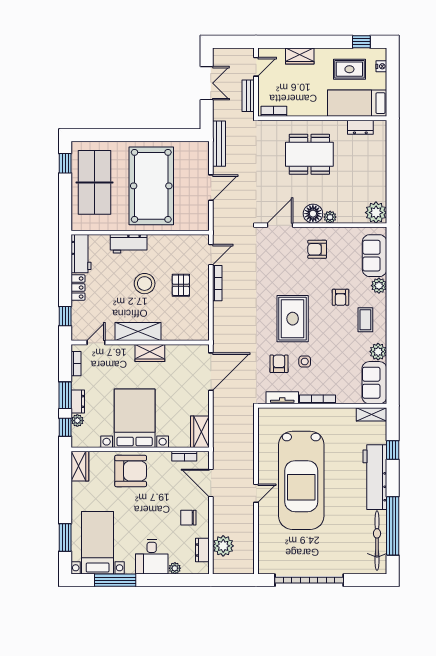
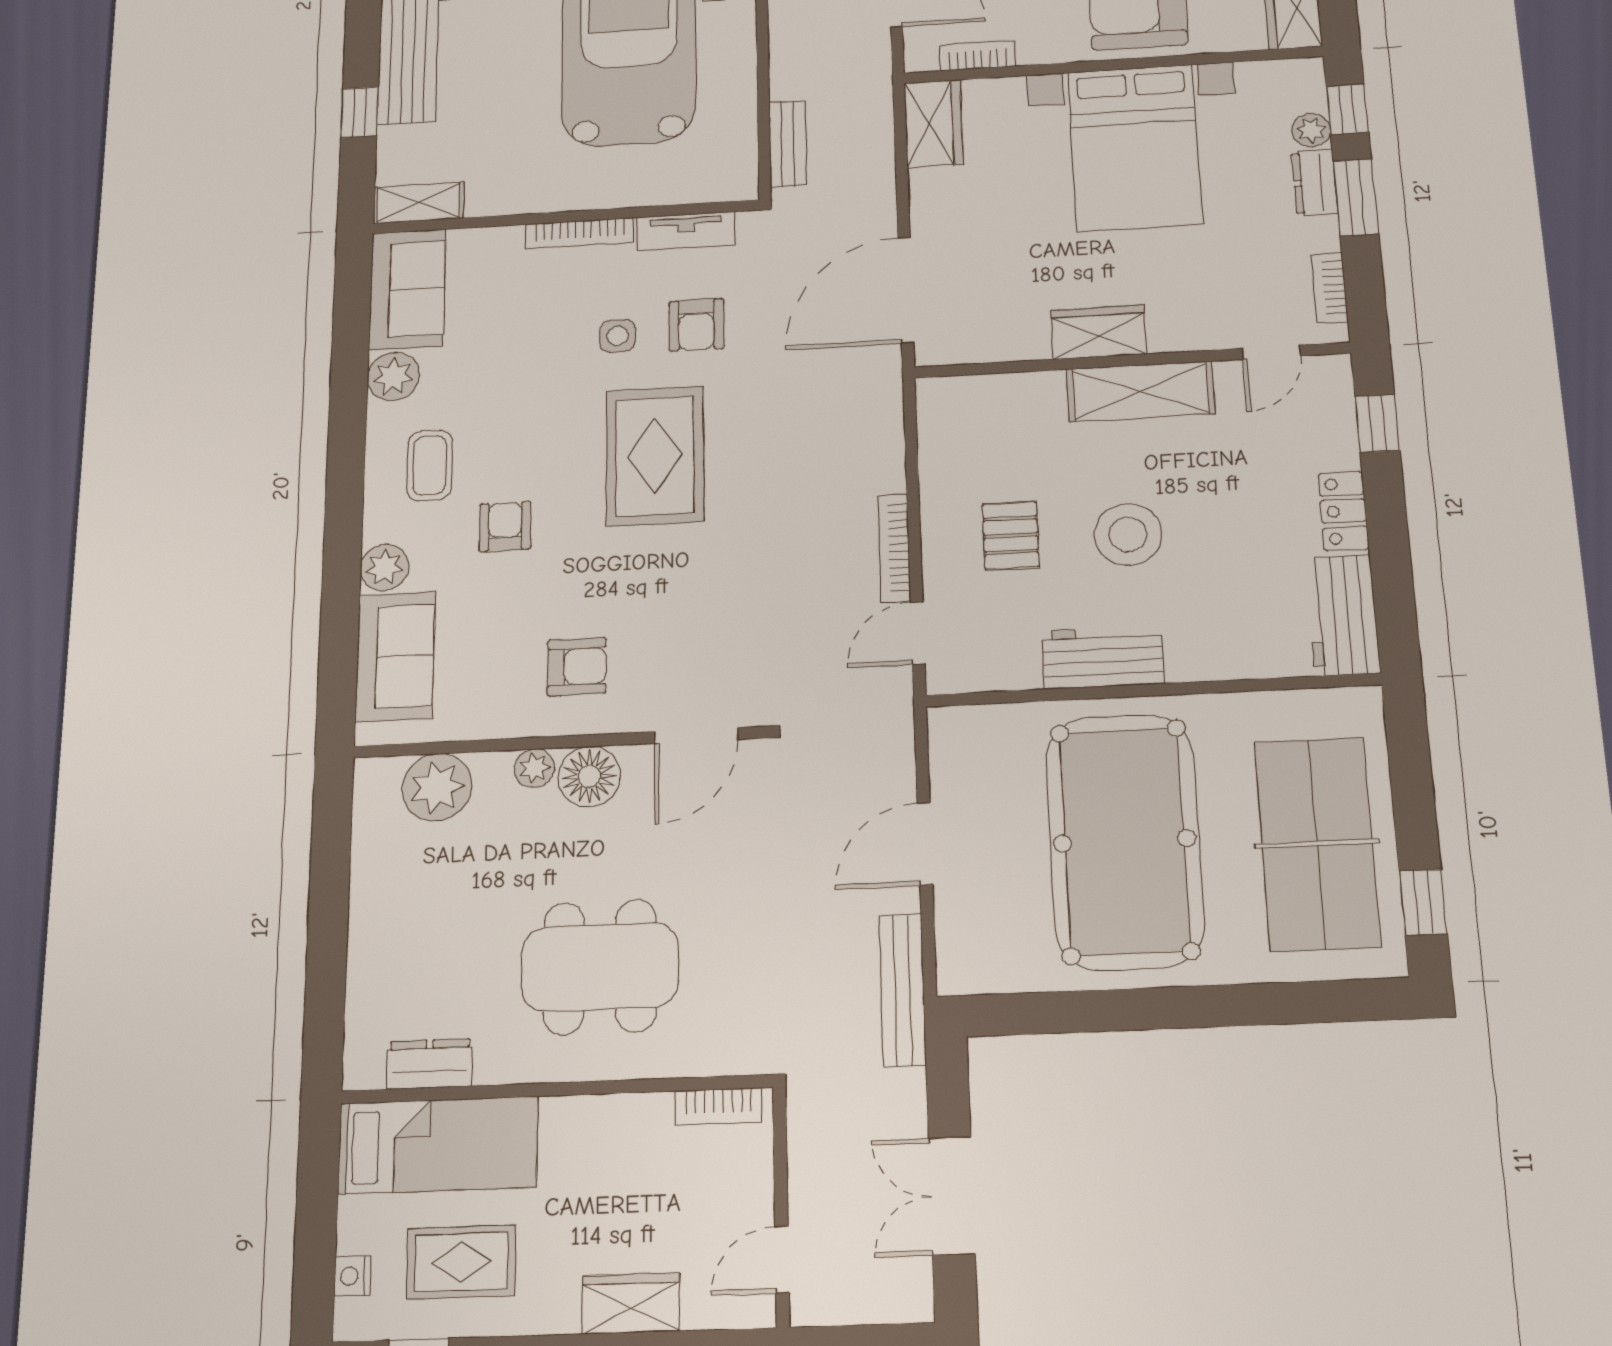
bench: (248, 96) -> (788, 144), moved
plant: (376, 213) -> (437, 787), moved
workbench: (129, 244) -> (1103, 657), moved

